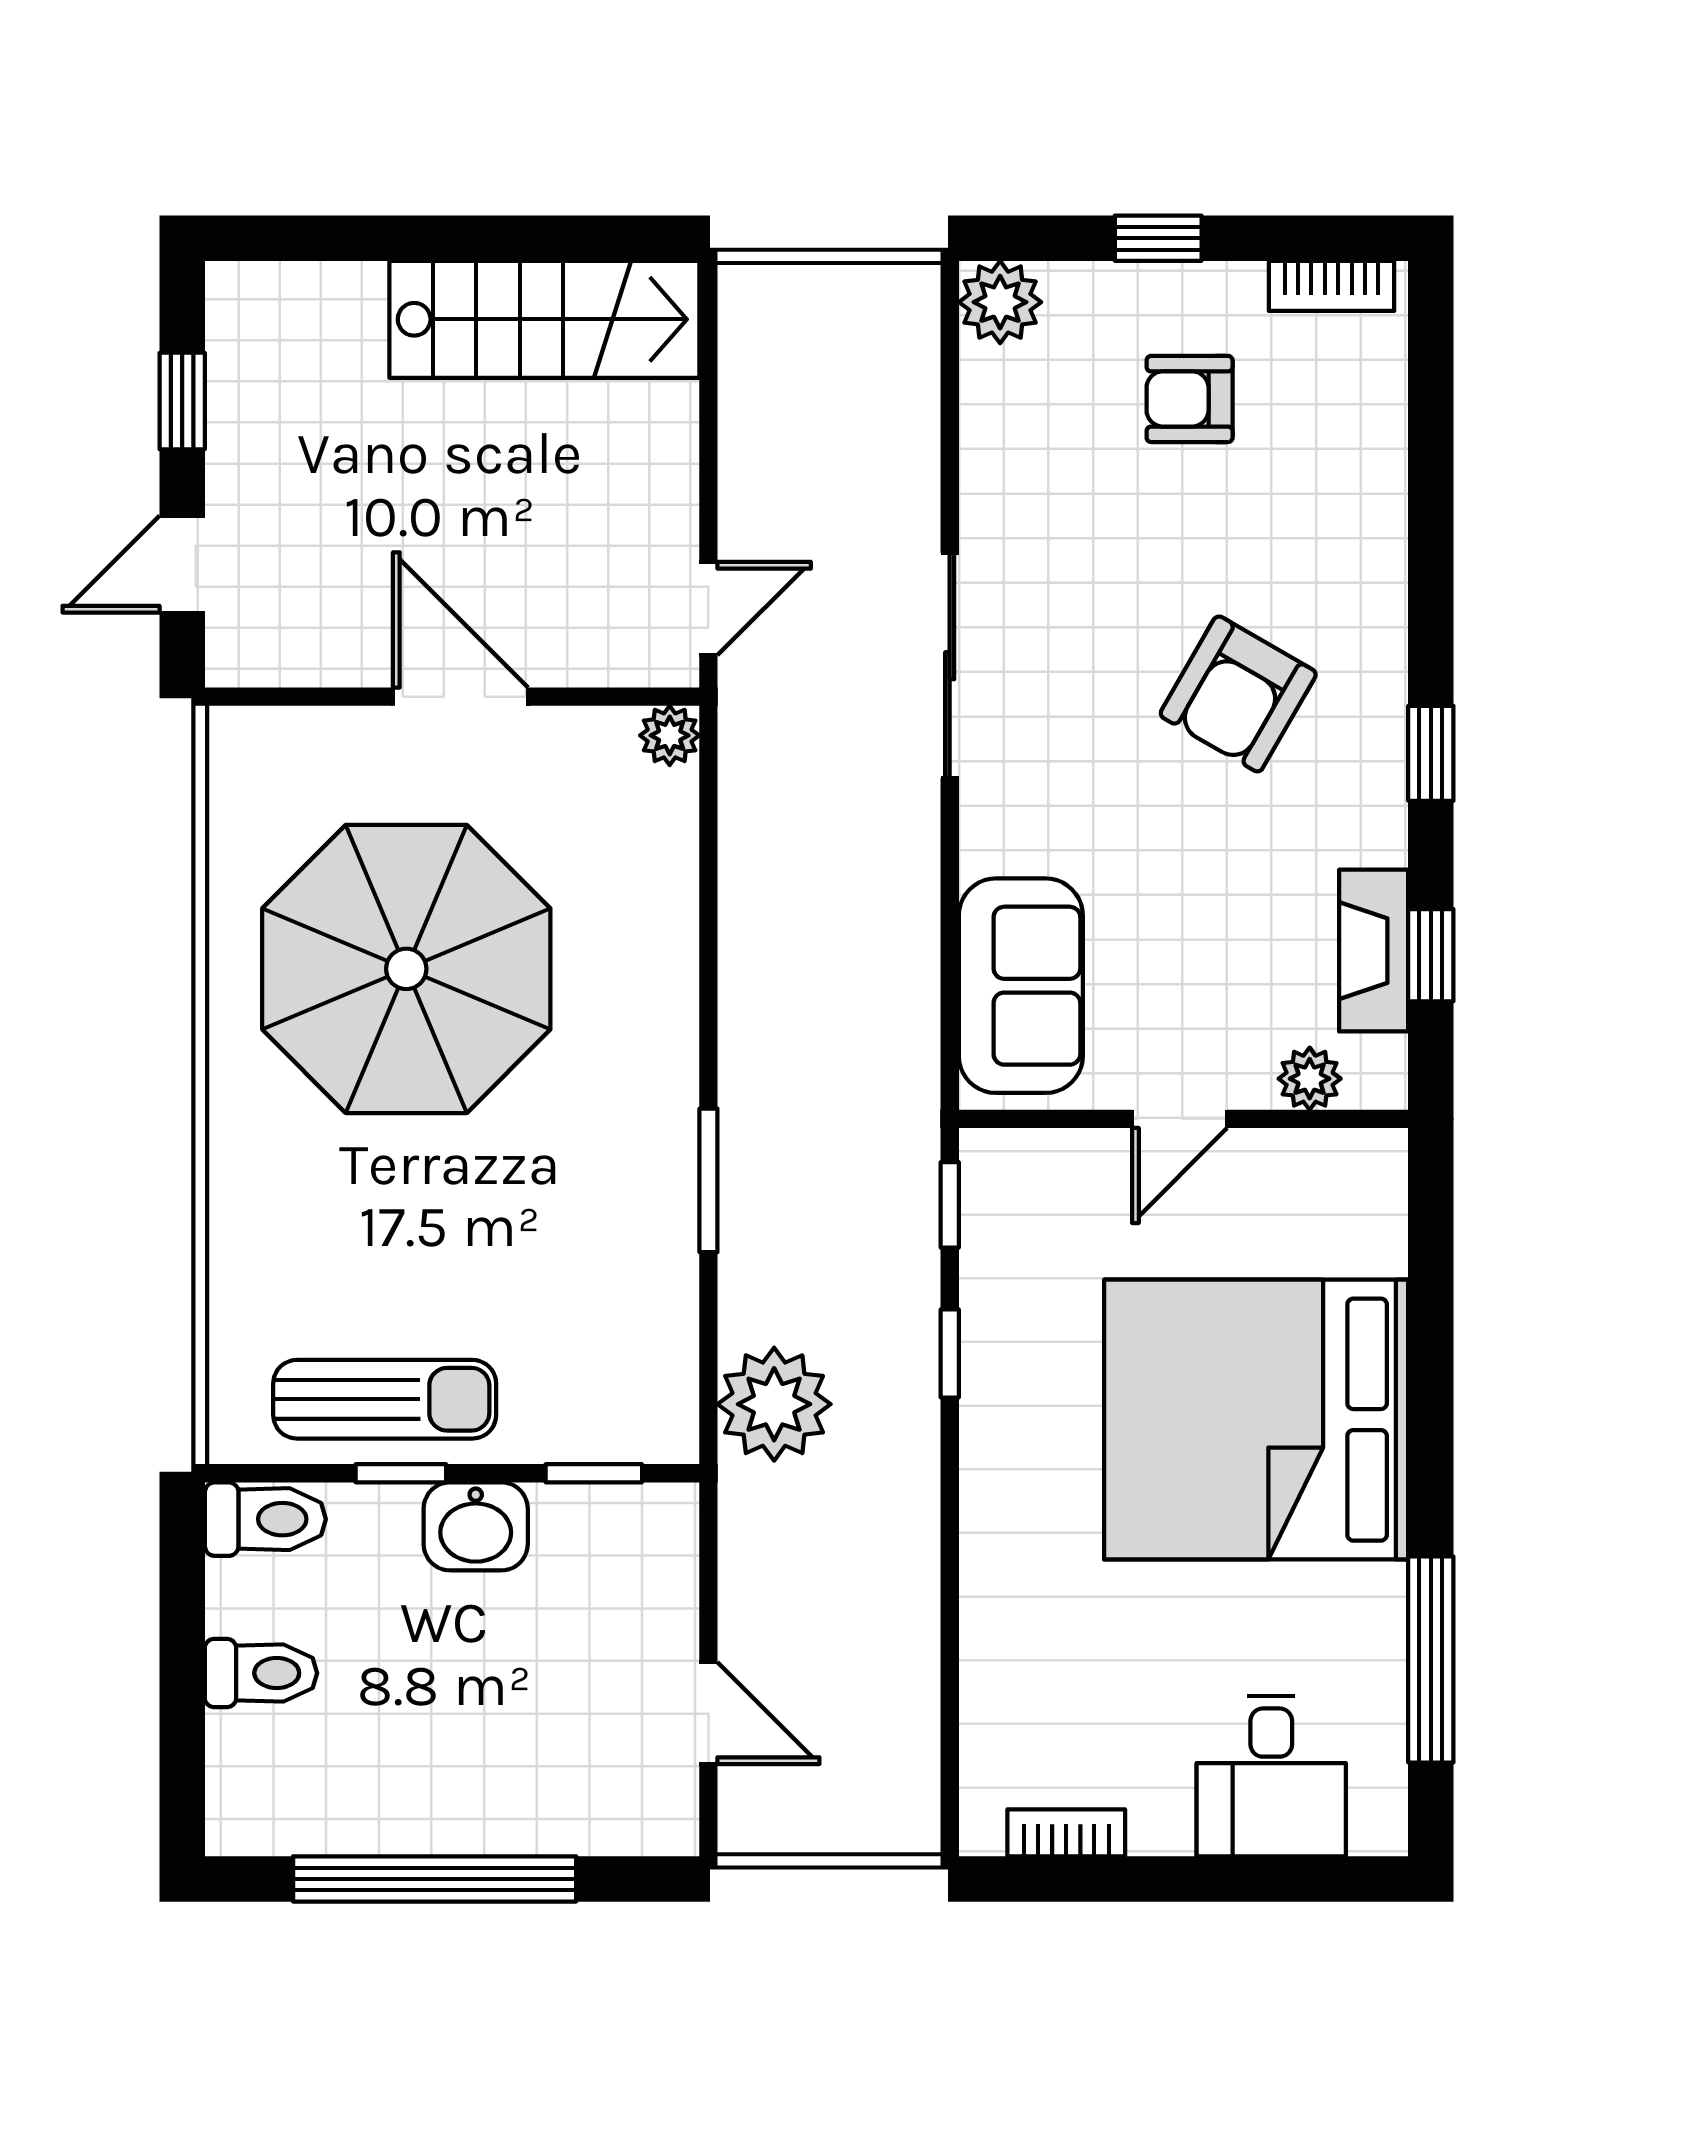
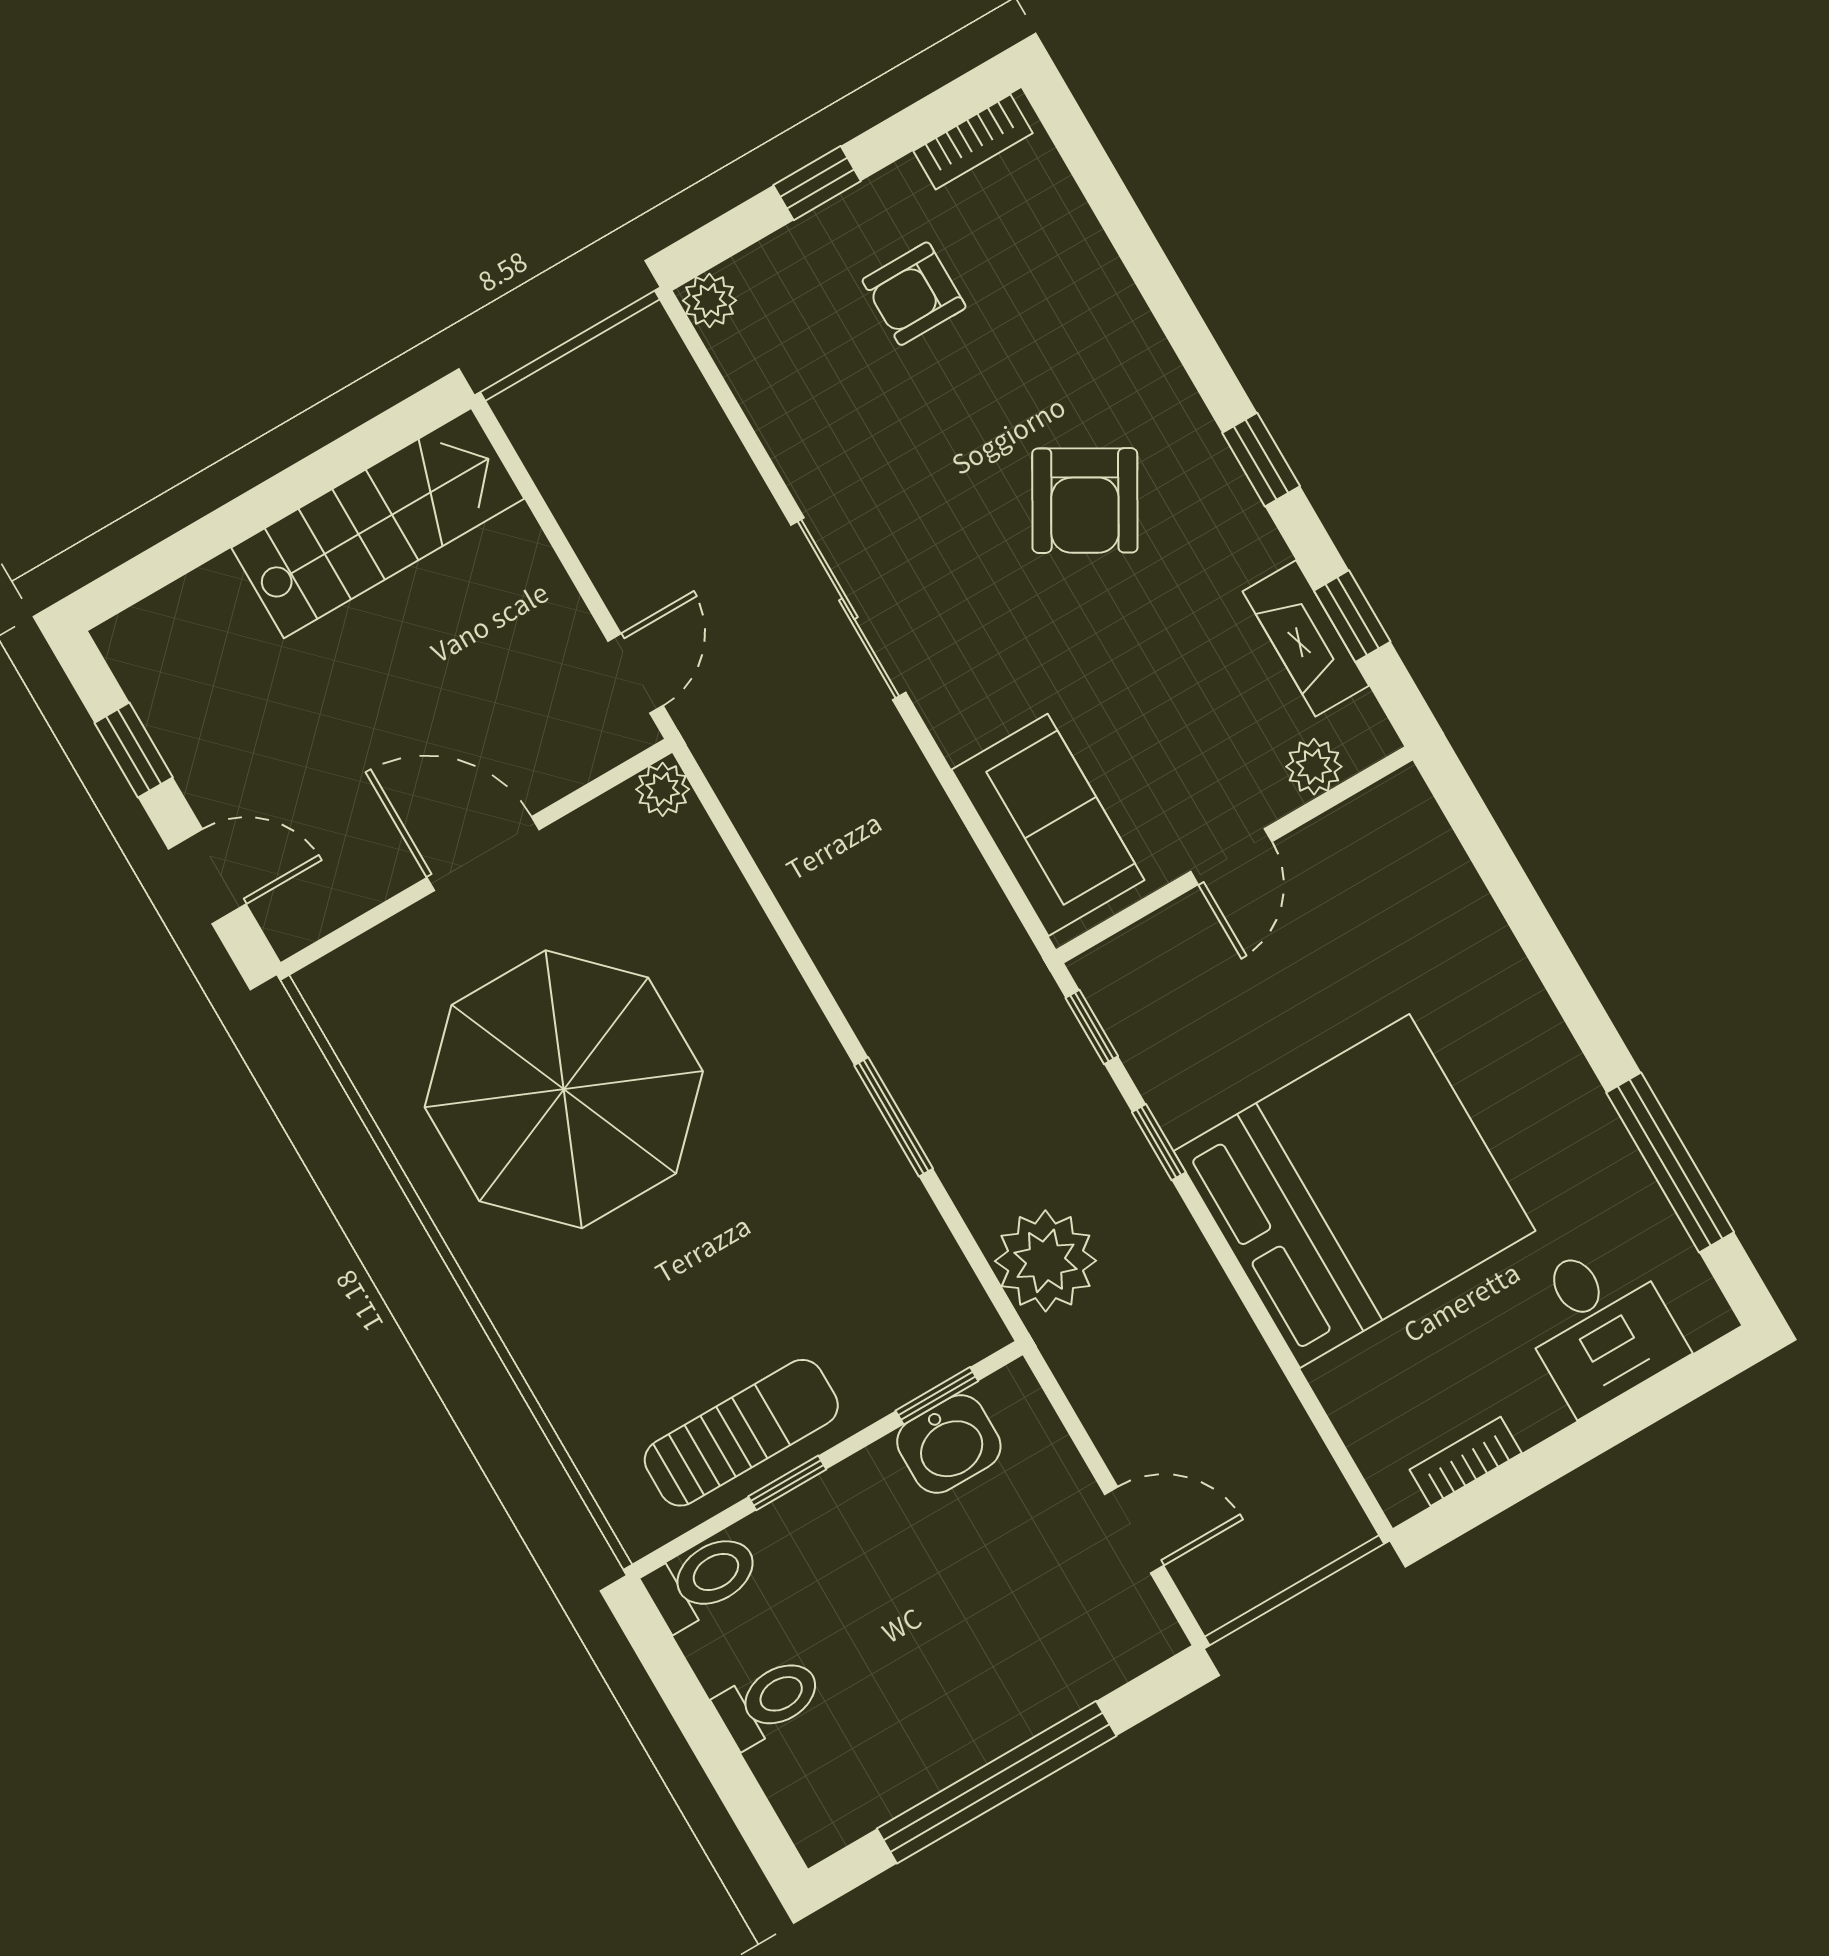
plant: (1000, 302) -> (709, 300), width x0.73, depth x0.73
door: (182, 564) -> (207, 877), swing flipped
bed: (1256, 1420) -> (1355, 1191), moved, turned 180
washbasin: (476, 1526) -> (949, 1444), moved

